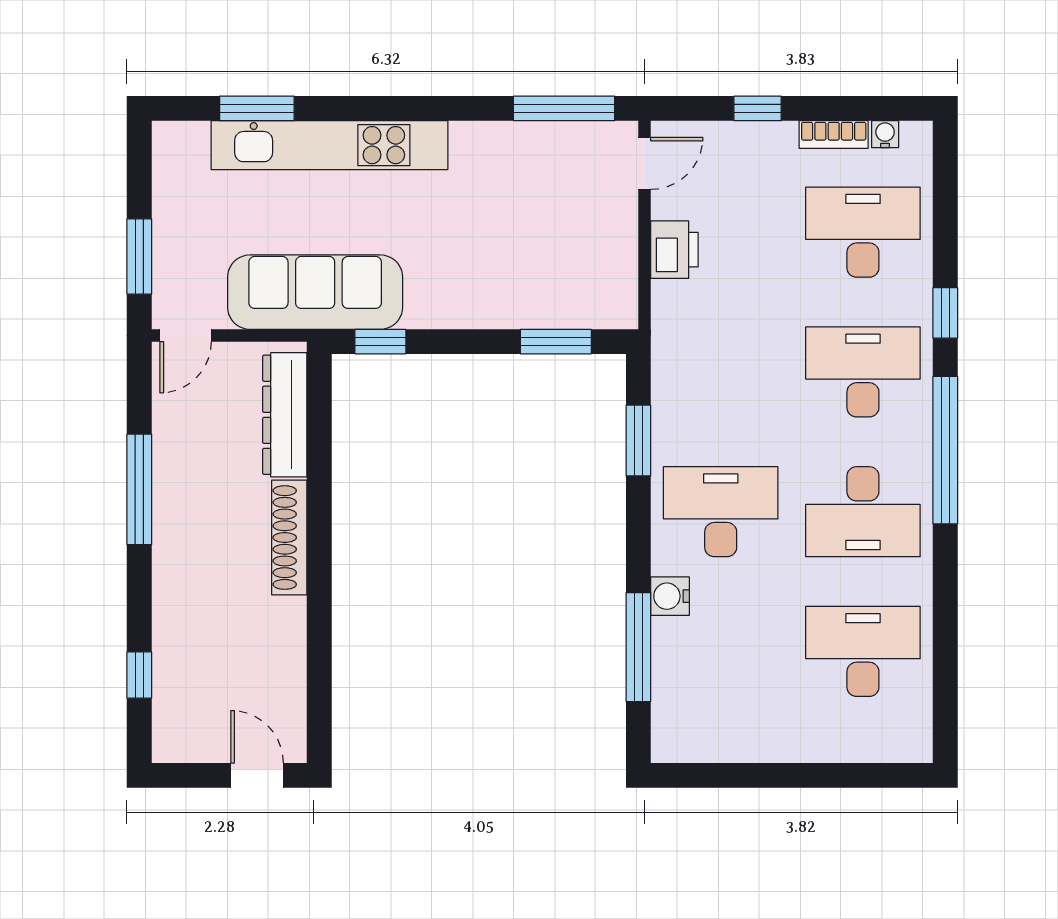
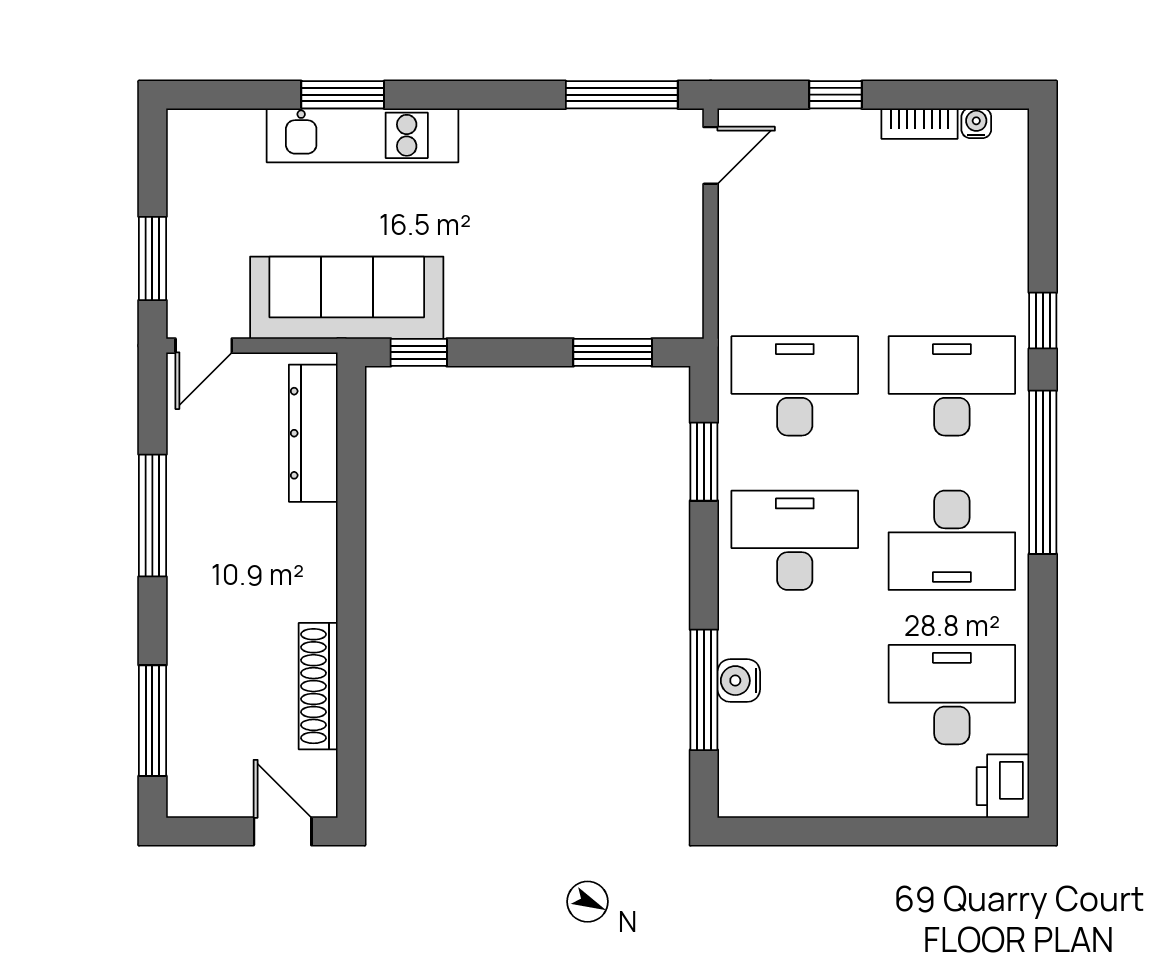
window: (257, 108) -> (343, 95), moved
kitchen unit: (329, 145) -> (363, 135), width x0.73
desk: (863, 232) -> (795, 386), moved
printer: (674, 250) -> (1003, 786), moved, turned 180
shoe rack: (289, 538) -> (318, 686), moved
water cooler: (670, 596) -> (739, 681), moved
window: (139, 675) -> (152, 721), width x2.17

